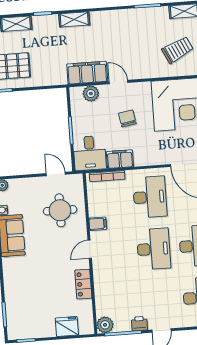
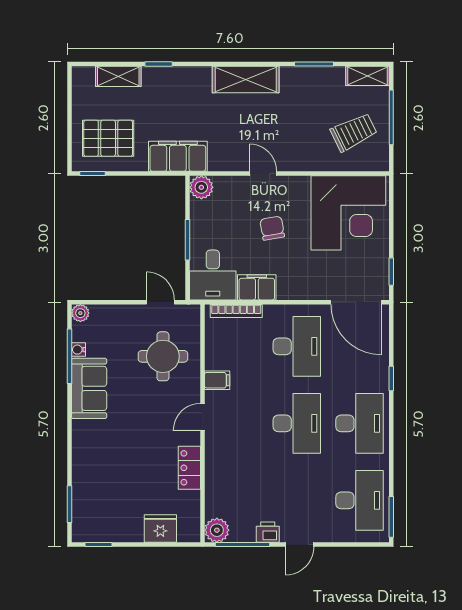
shelving: (74, 19) -> (246, 79), moved, width x1.50, depth x1.33
filing cabinet: (87, 73) -> (178, 156), moved
plant: (91, 94) -> (201, 187), moved

